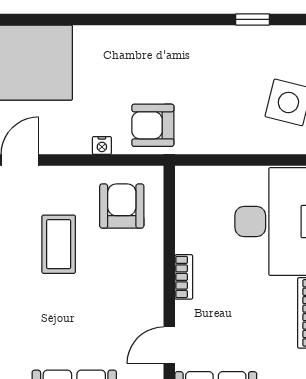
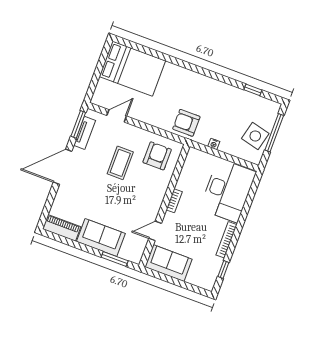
nightstand: (102, 145) -> (214, 144), moved

